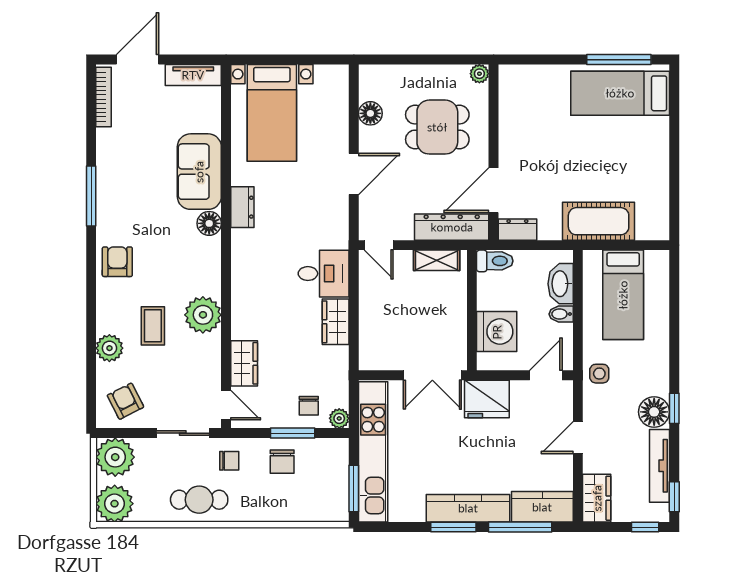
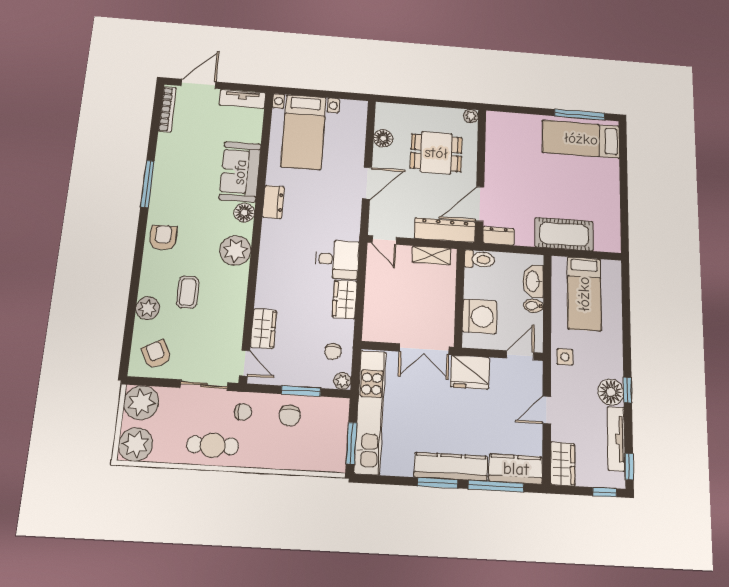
plant: (203, 315) -> (235, 250), moved
chair: (309, 406) -> (333, 351), moved

